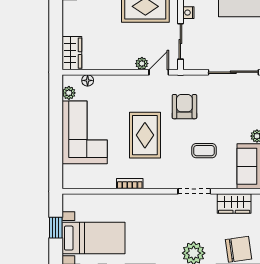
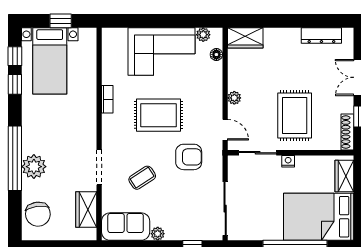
plant: (142, 64) -> (234, 98), moved
coffee table: (204, 151) -> (142, 178), turned 57

